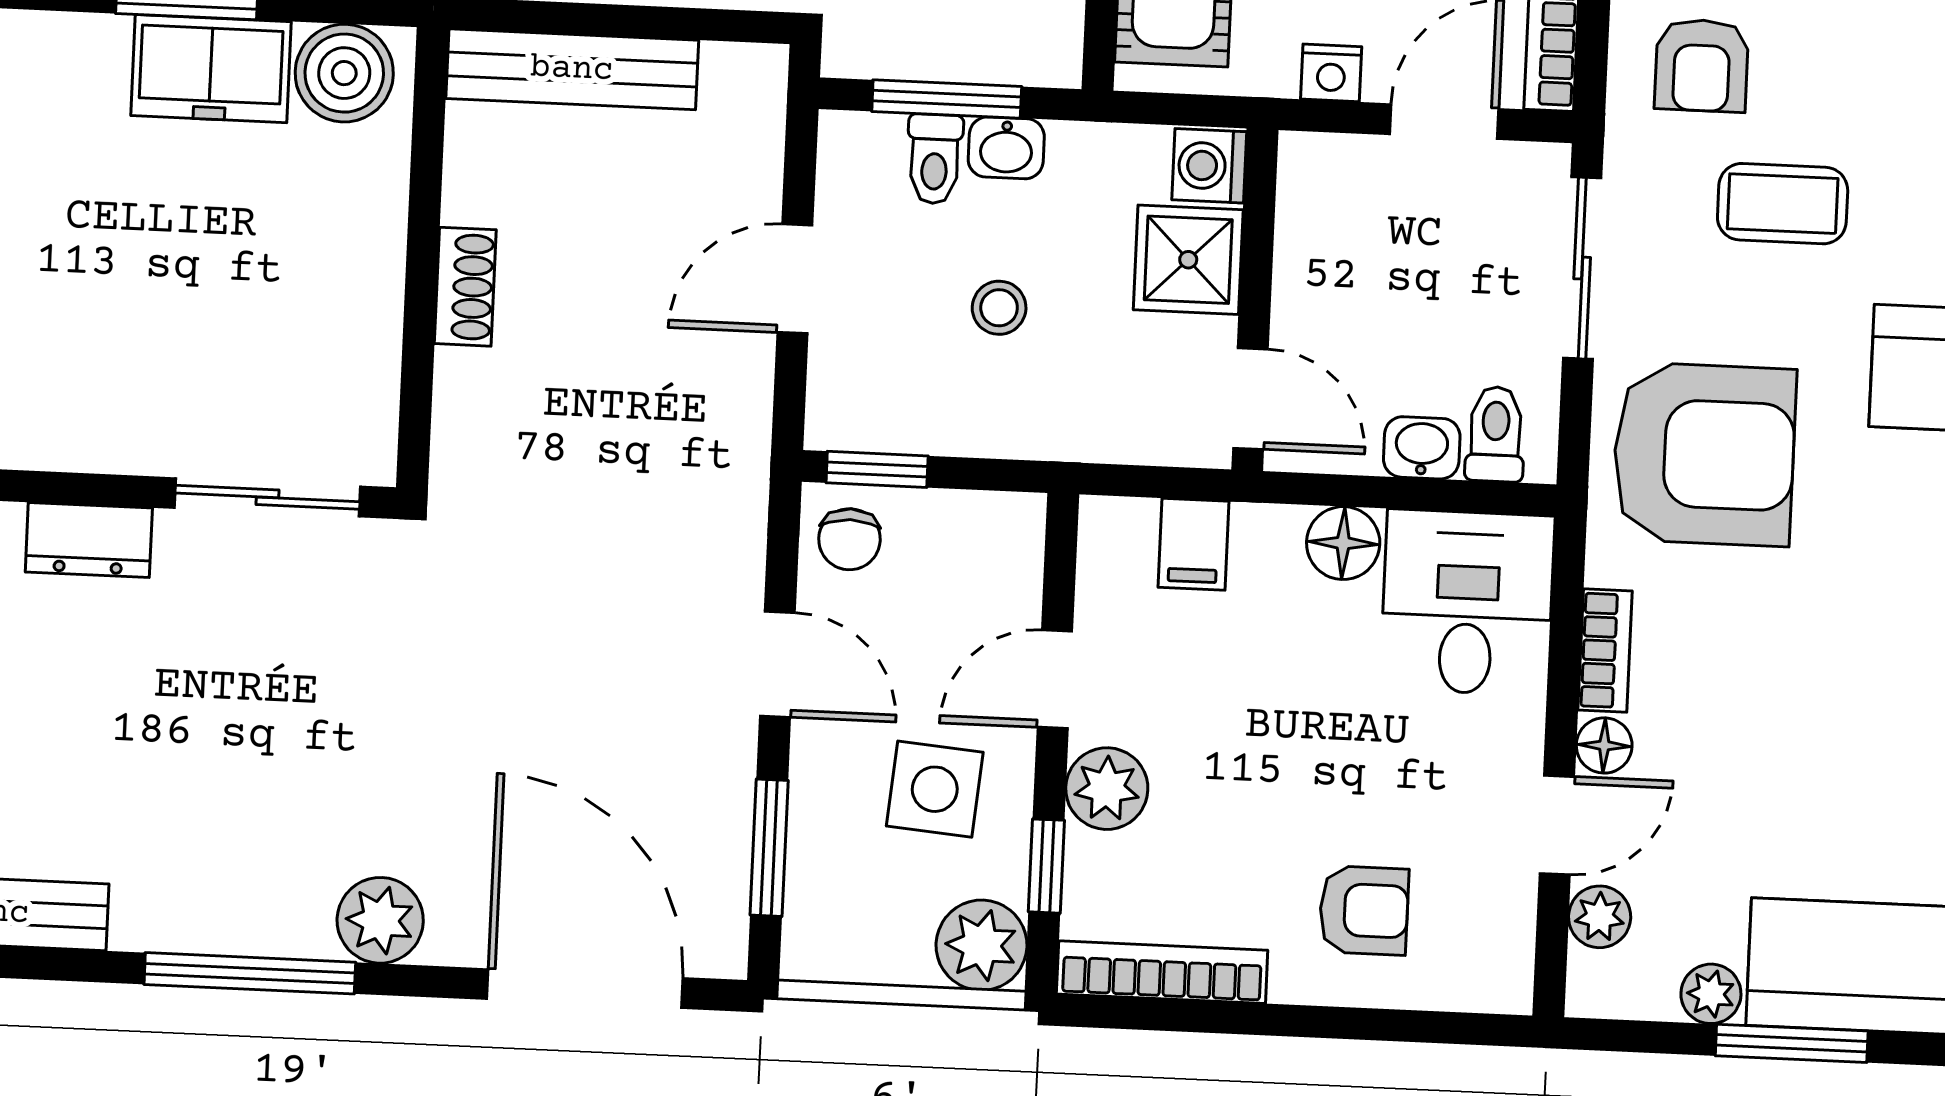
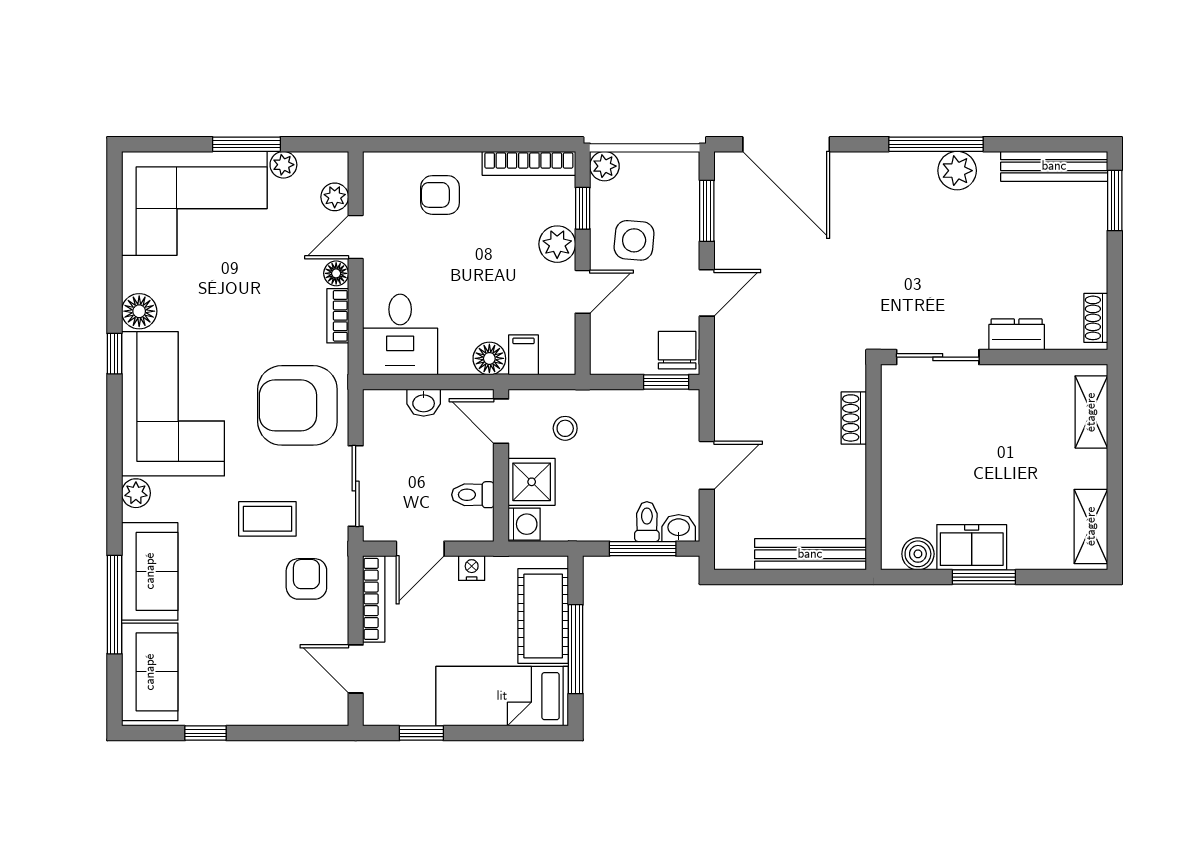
boiler: (344, 73) -> (918, 554), width x0.73, depth x0.73
washbasin: (1006, 148) -> (679, 528), moved
shoe rack: (465, 287) -> (854, 418), moved
stool: (999, 308) -> (565, 428), moved
toilet: (1495, 434) -> (473, 495), moved, turned 90
chair: (849, 539) -> (677, 350), width x1.37, depth x1.37
floor lamp: (1343, 543) -> (489, 358), moved
door: (777, 664) -> (707, 293), swing flipped
plant: (380, 920) -> (957, 171), moved
plant: (982, 945) -> (604, 166), width x0.73, depth x0.73

